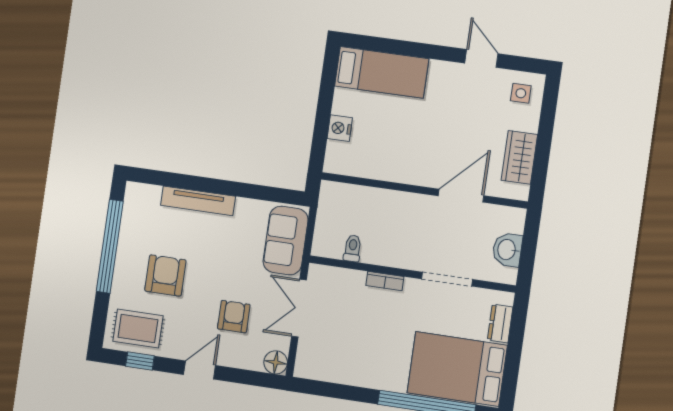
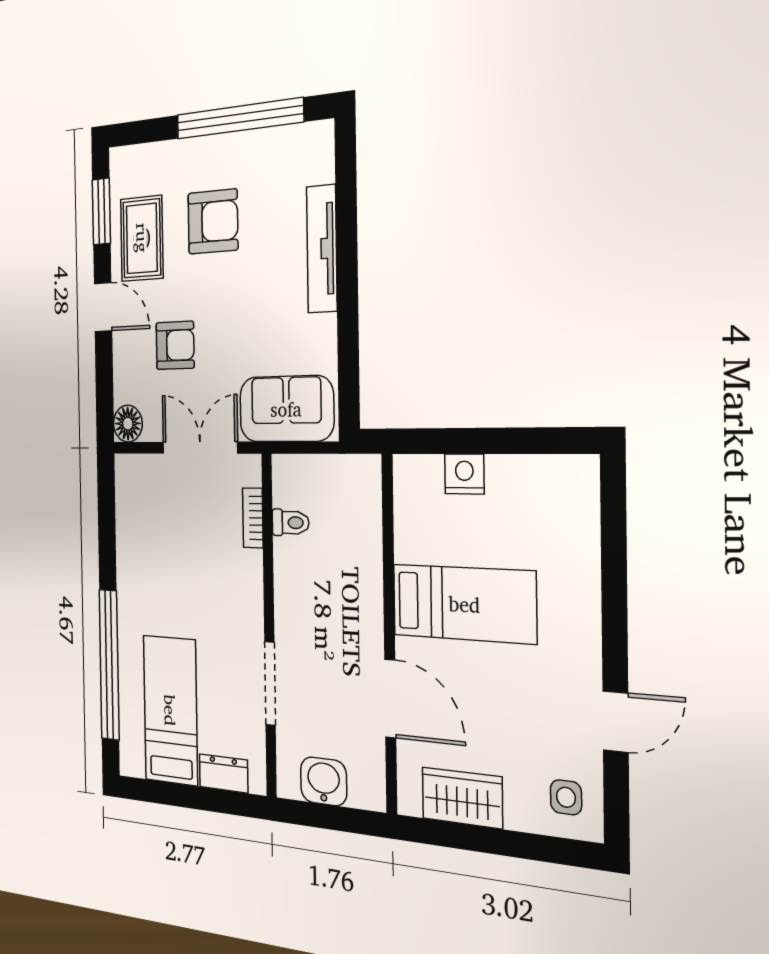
bed: (382, 72) -> (464, 604), moved, turned -90
bookcase: (385, 281) -> (253, 518), moved
rug: (138, 329) -> (142, 238), moved
window: (140, 361) -> (101, 211), width x1.50
bed: (457, 369) -> (170, 710), width x0.67

